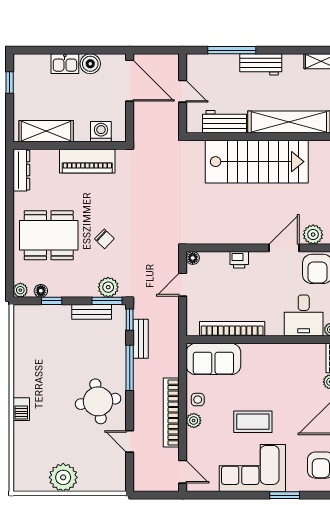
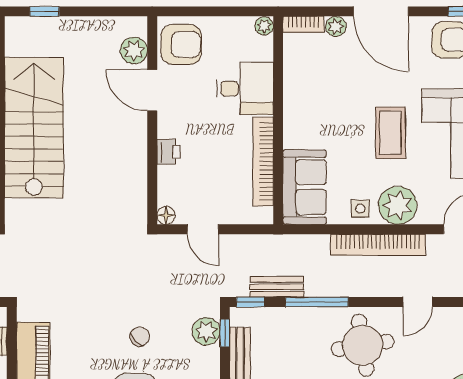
window: (107, 301) -> (225, 333), width x0.67
desk: (304, 315) -> (245, 89), moved
plant: (194, 420) -> (398, 205), width x1.87, depth x1.87

